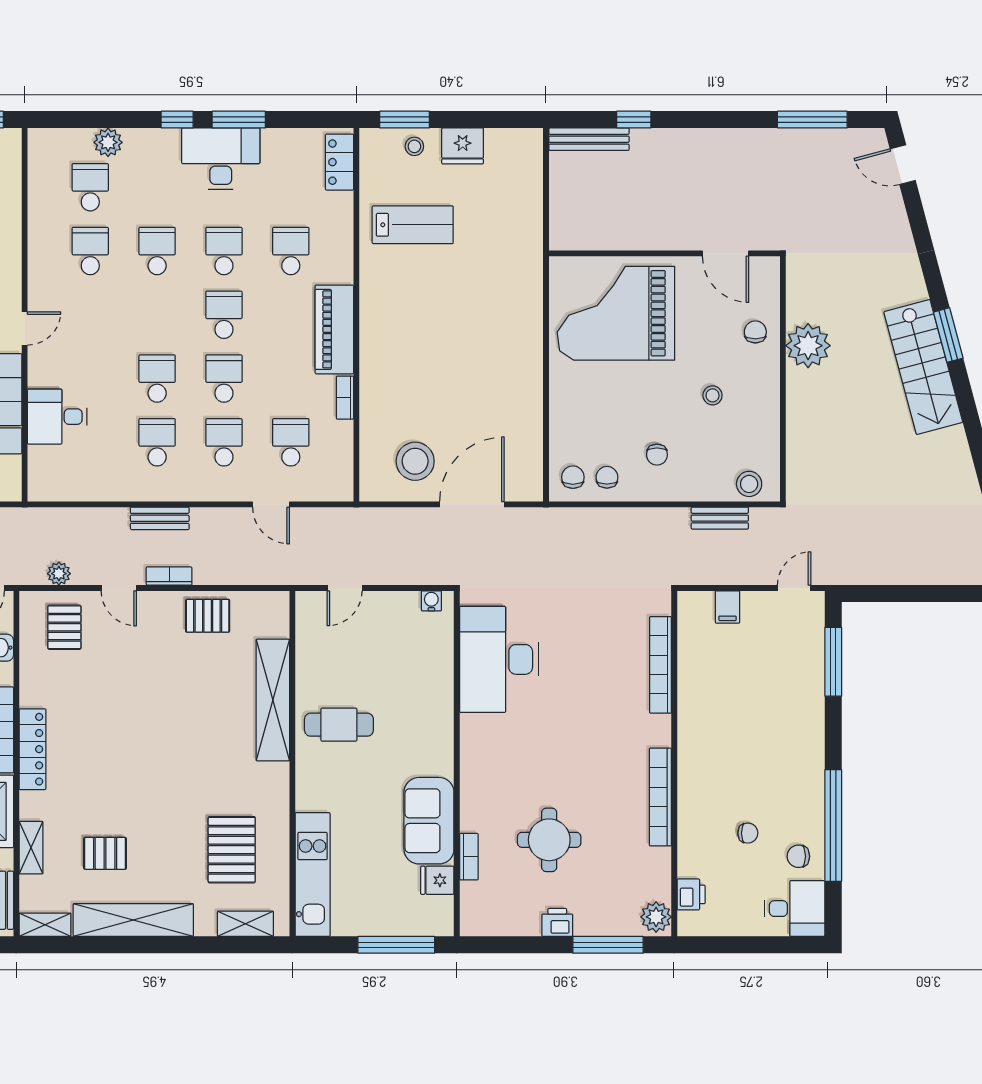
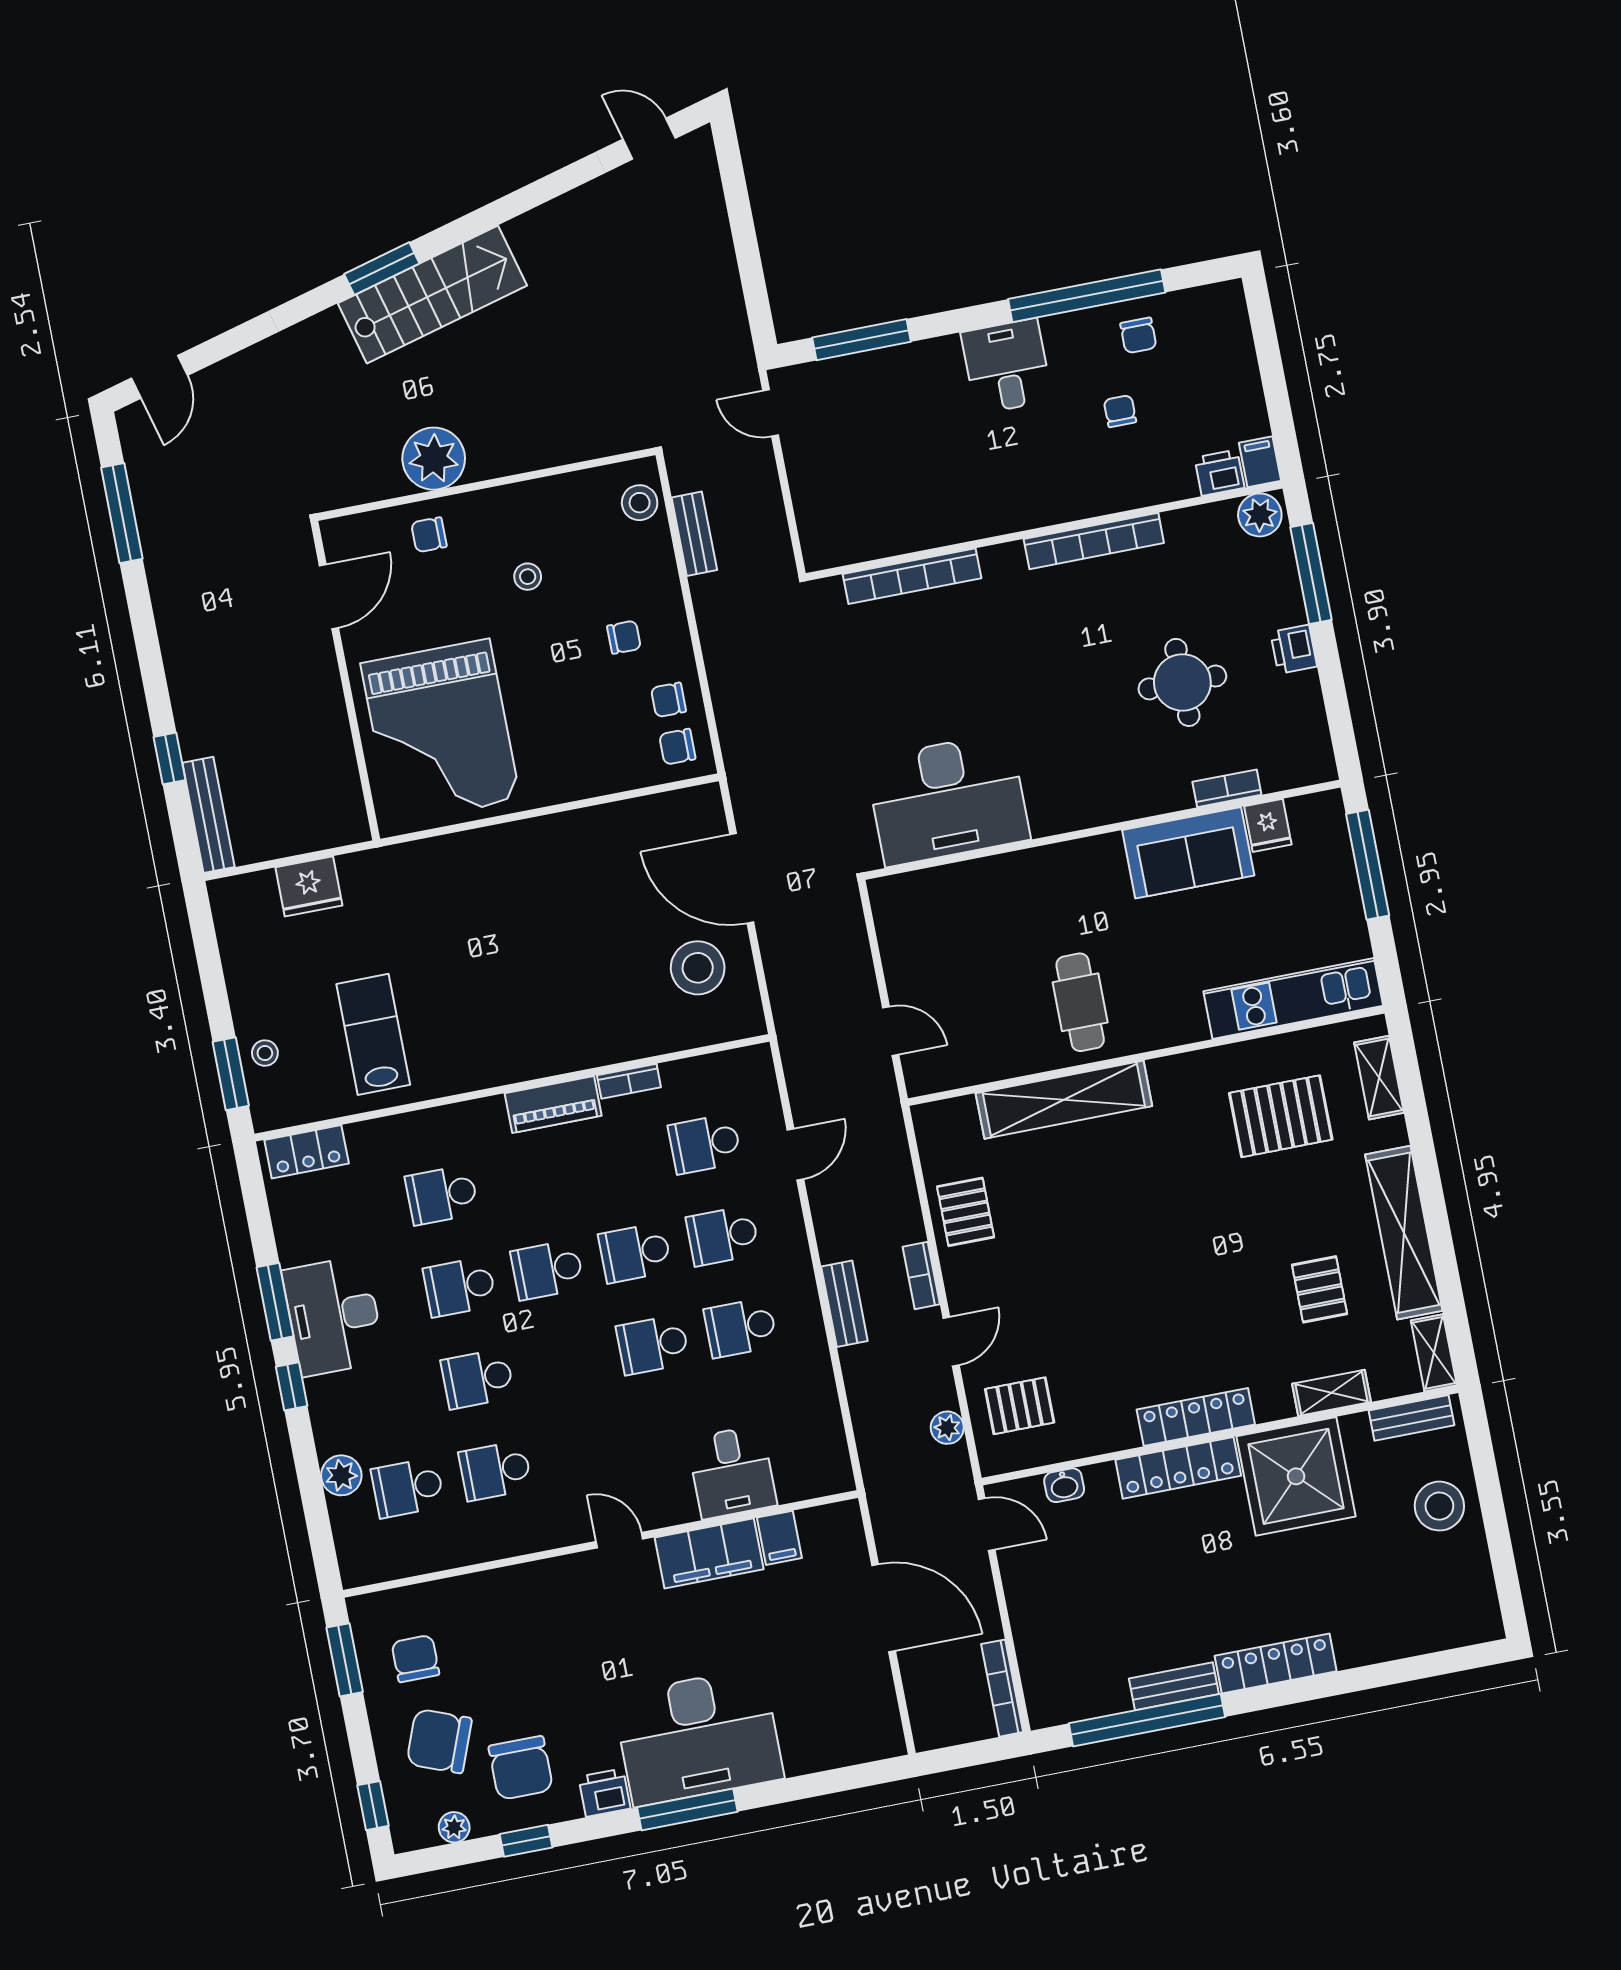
fridge: (463, 146) -> (309, 886), moved, turned 90
piano: (334, 329) -> (553, 1104), width x0.73, depth x0.75
water cooler: (431, 601) -> (885, 908), removed
filing cabinet: (727, 607) -> (1260, 462), moved, turned -90
desk: (795, 909) -> (1007, 366), moved

